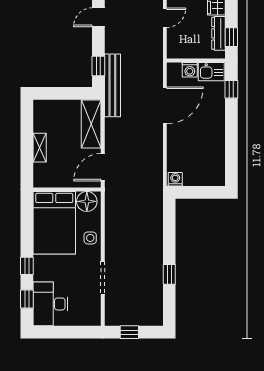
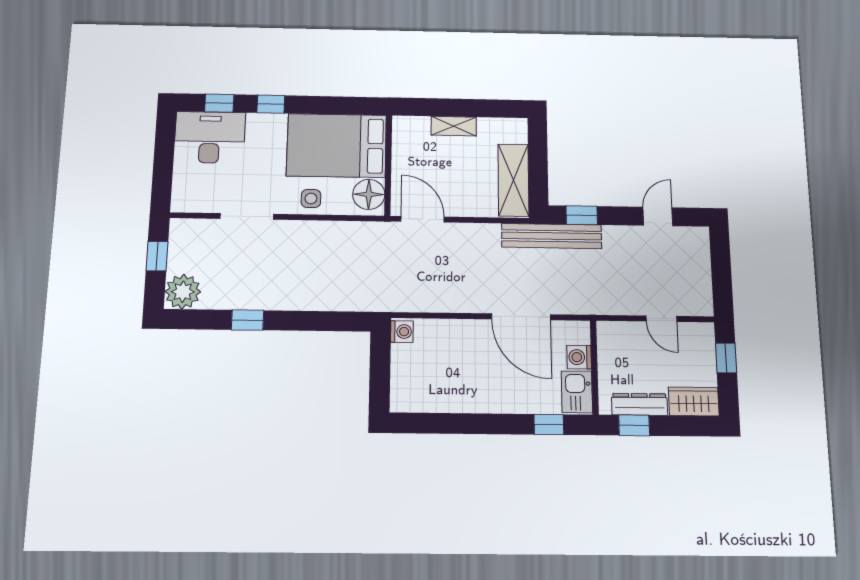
door: (98, 17) -> (658, 216), hinge flipped
shelving: (91, 124) -> (513, 180), moved, turned 90
plant: (152, 315) -> (183, 292), added

